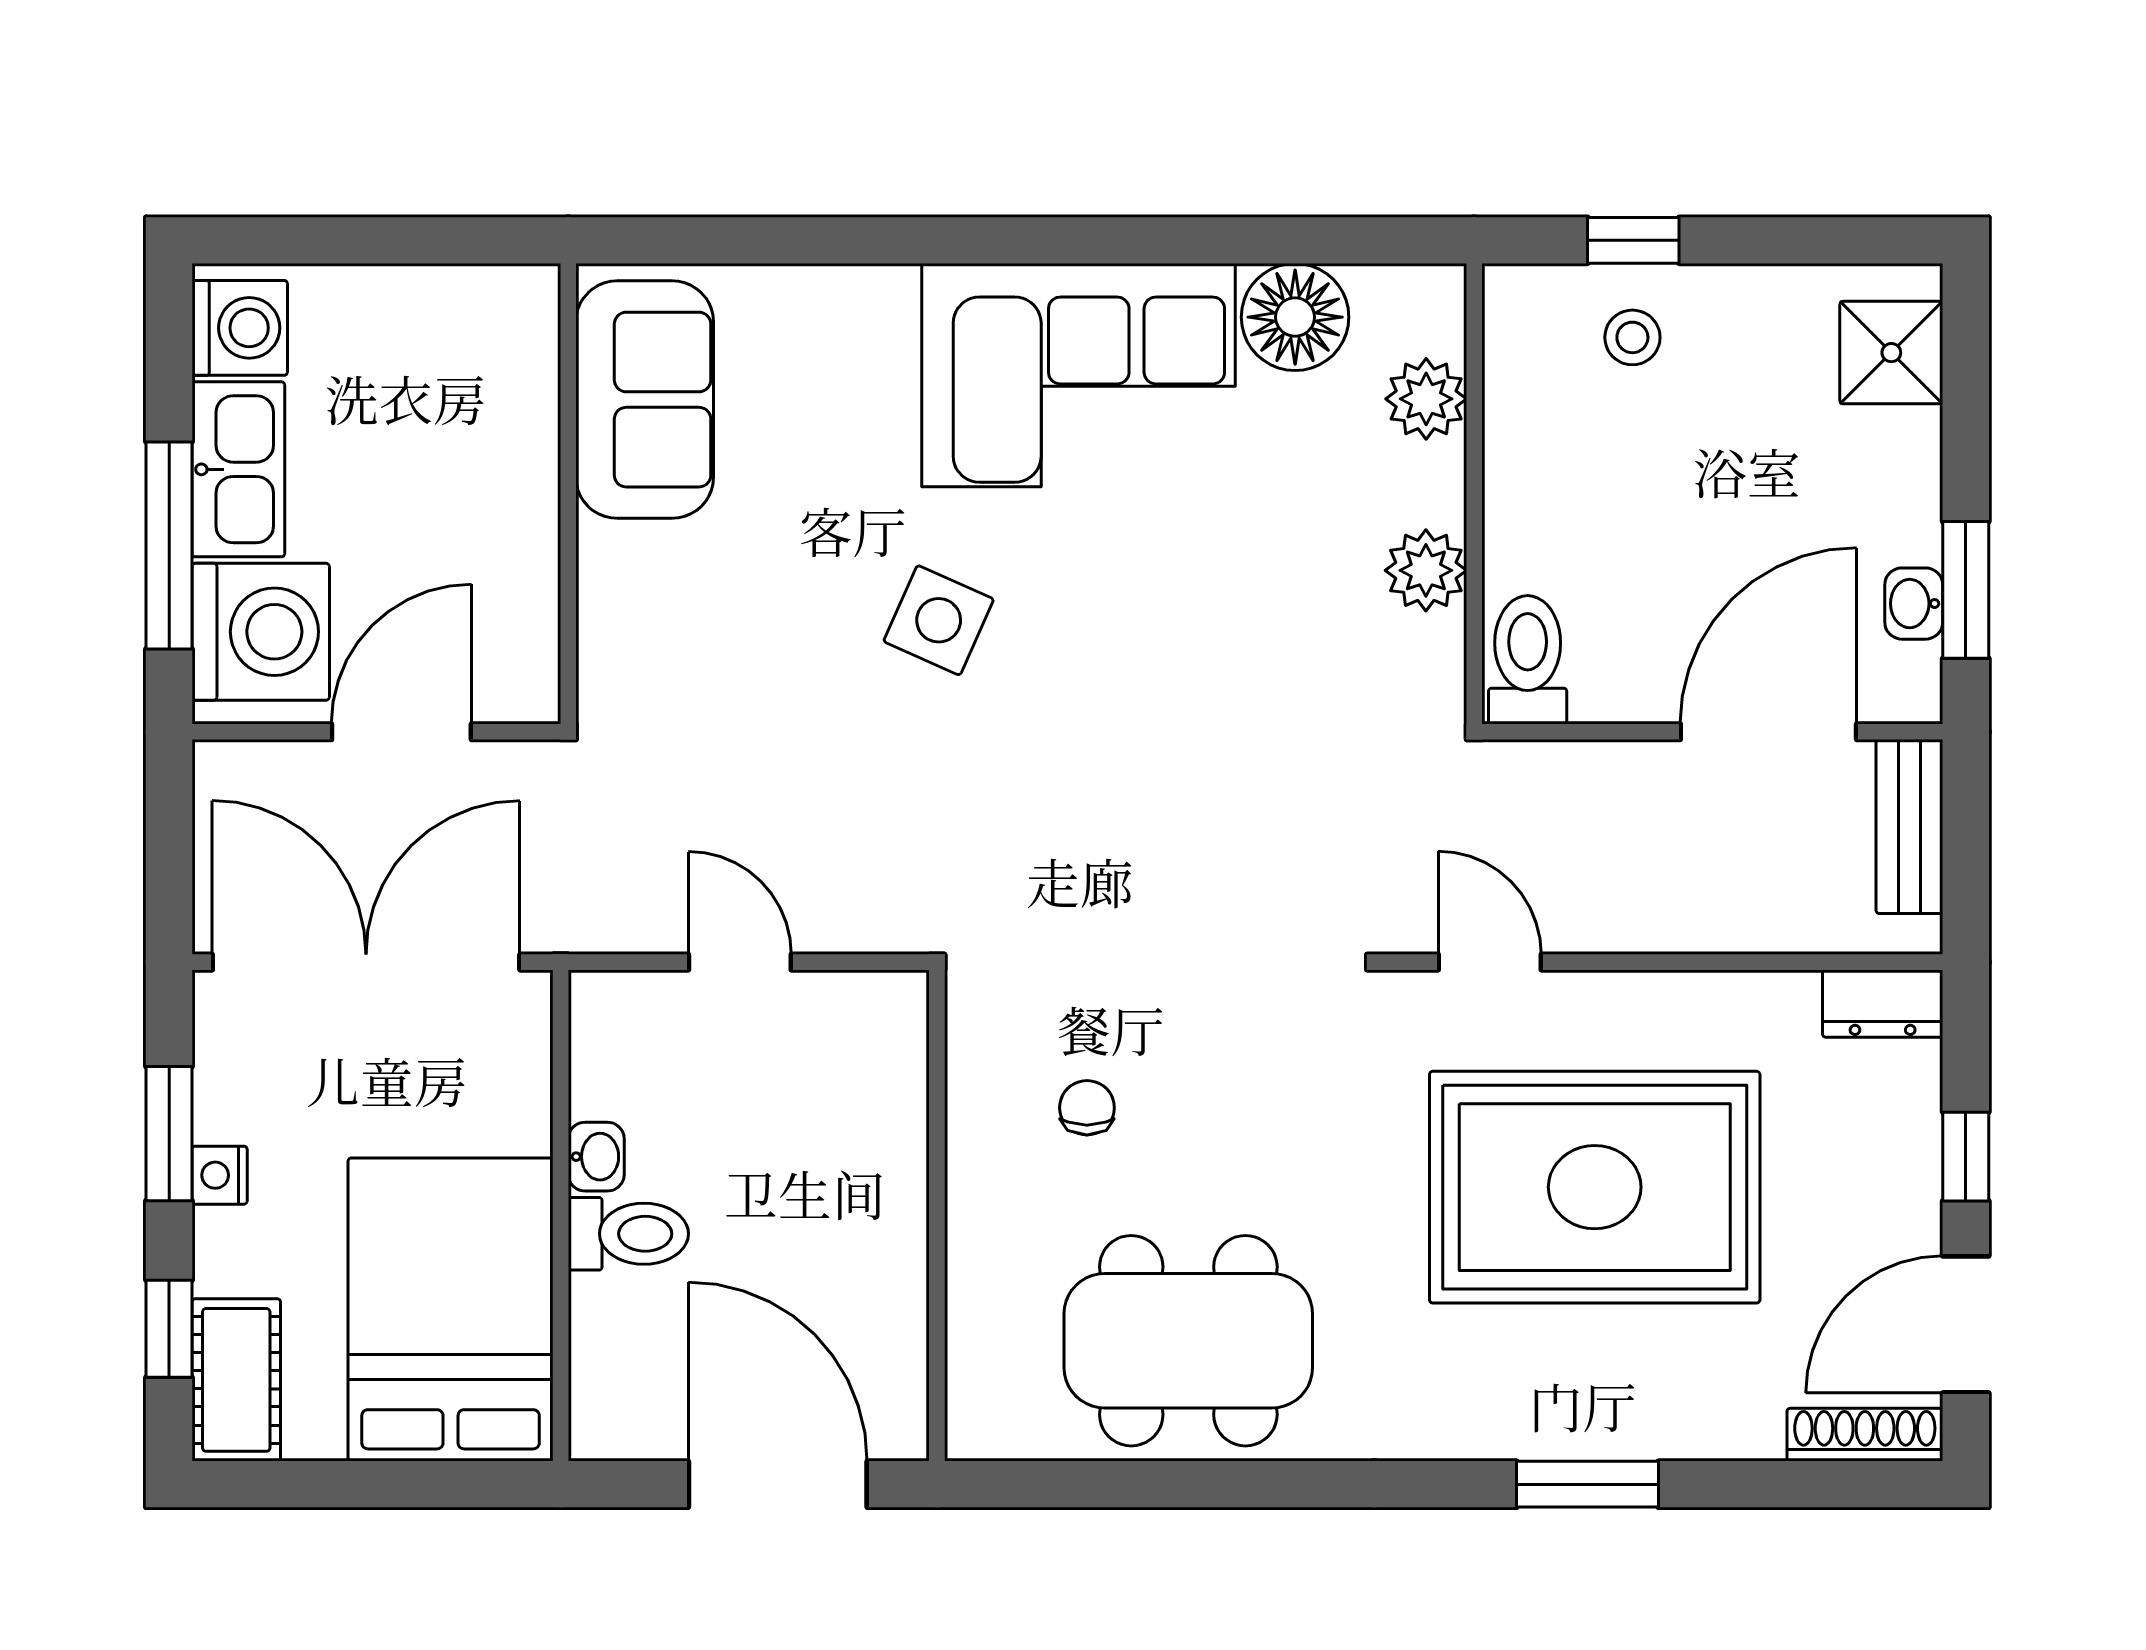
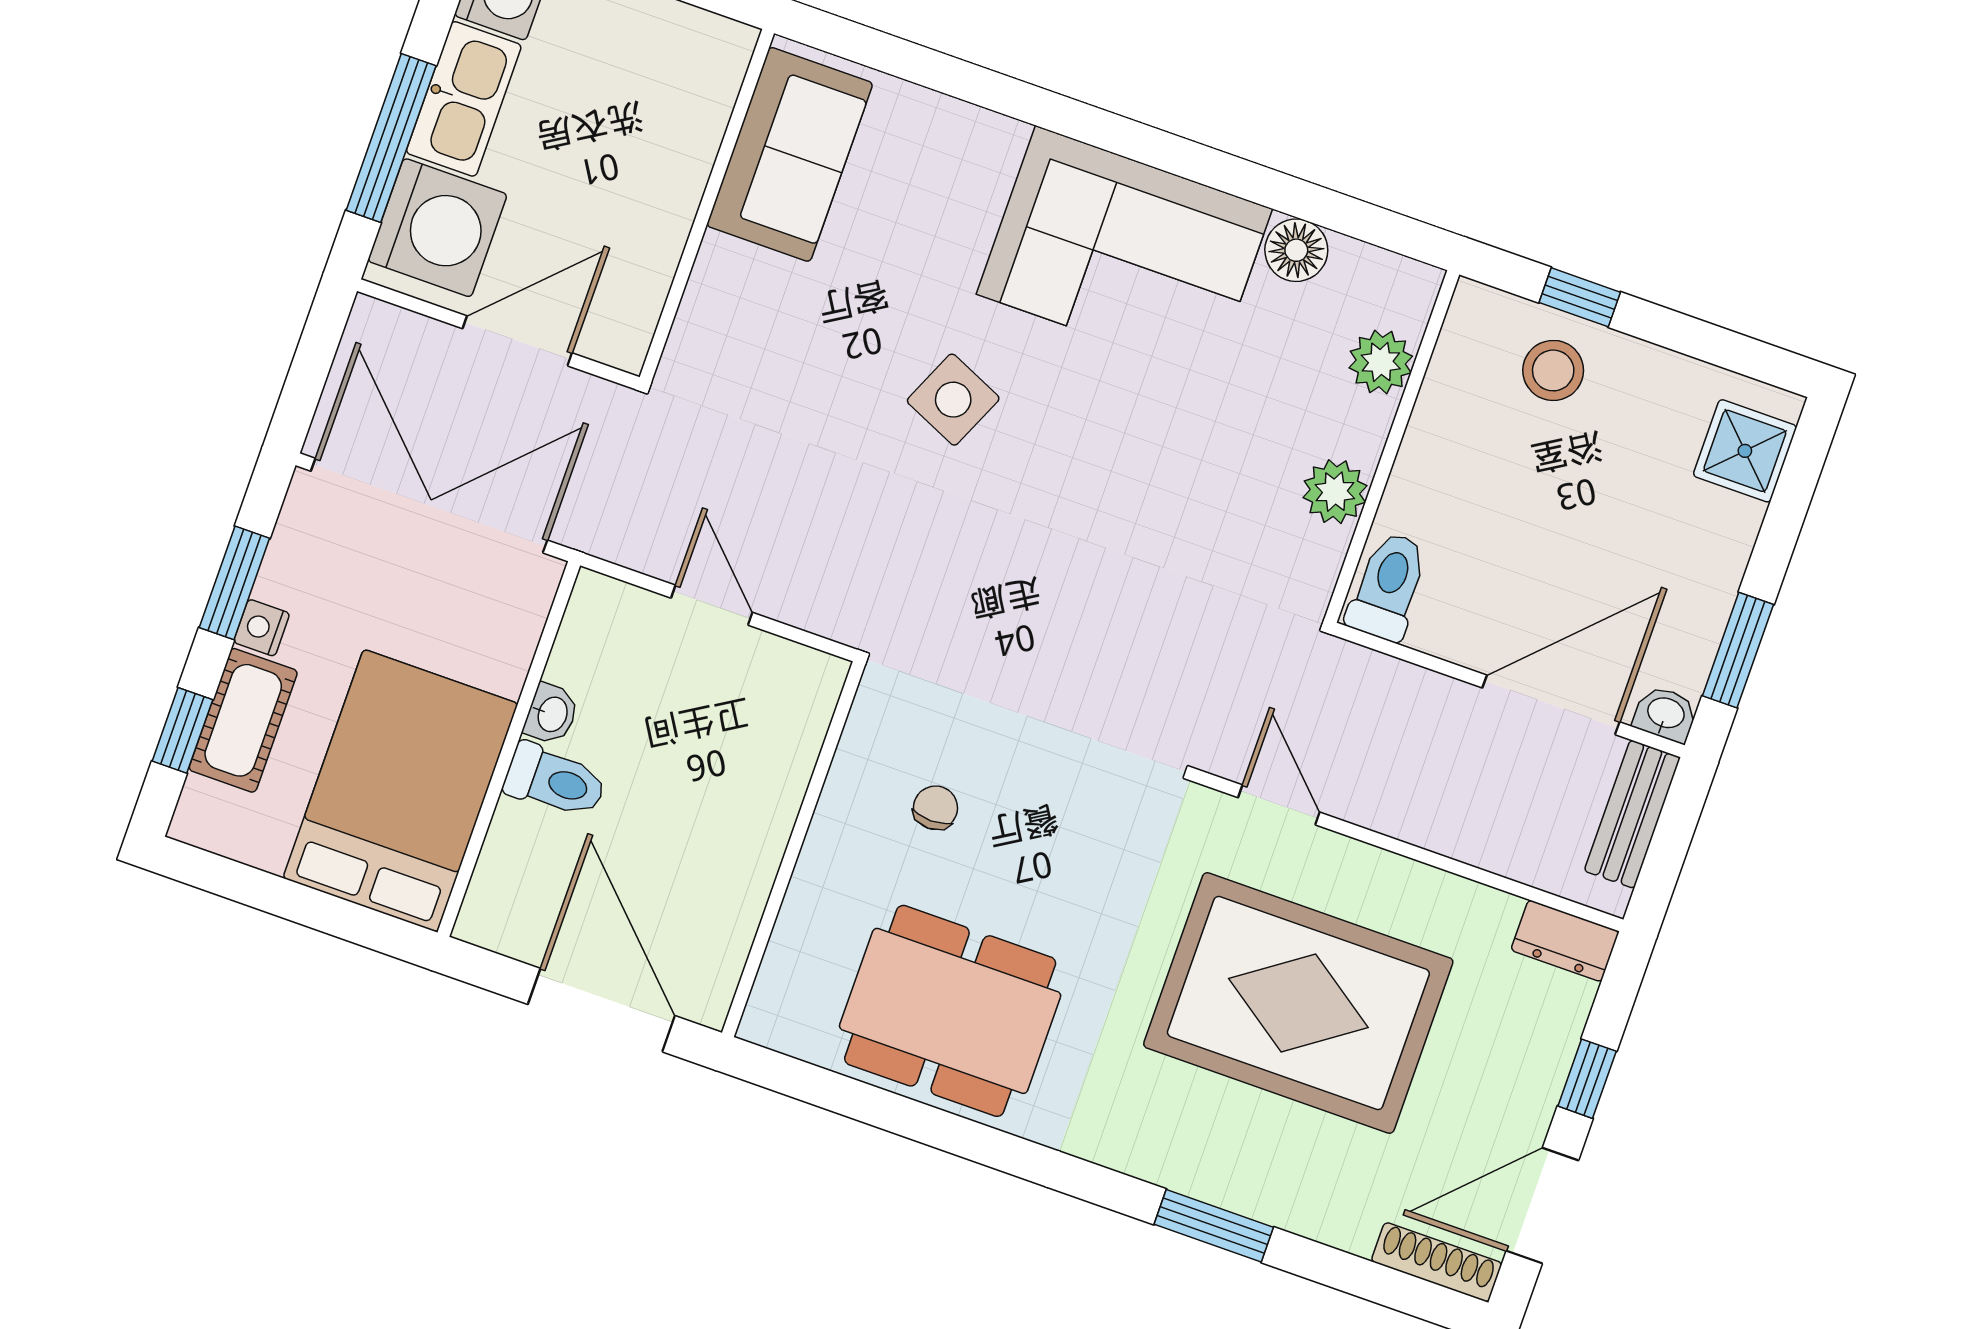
floor lamp: (1295, 317) -> (1296, 250), width x0.73, depth x0.73
stool: (1632, 337) -> (1553, 370), width x1.37, depth x1.37
washbasin: (1914, 604) -> (1665, 714), moved, turned 90
cot: (236, 1380) -> (243, 720), moved

